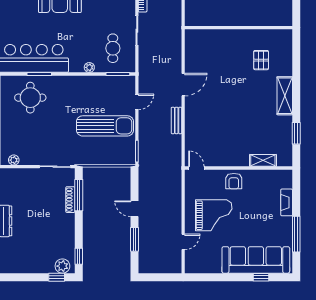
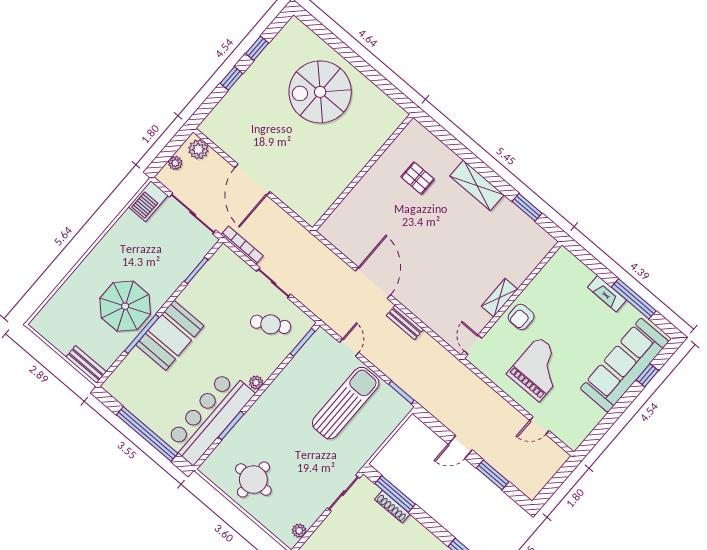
cafe table: (113, 48) -> (271, 324), turned -30
plant: (89, 67) -> (256, 383), moved
door: (183, 85) -> (373, 283), width x1.36
round table: (30, 98) -> (253, 480), moved
shelving: (263, 160) -> (499, 298), moved
door: (196, 168) -> (473, 345), hinge flipped
armchair: (234, 181) -> (521, 317), turned 90
fireplace: (287, 202) -> (607, 294), moved
door: (183, 242) -> (539, 426), swing flipped

